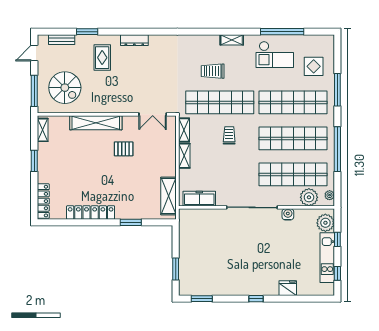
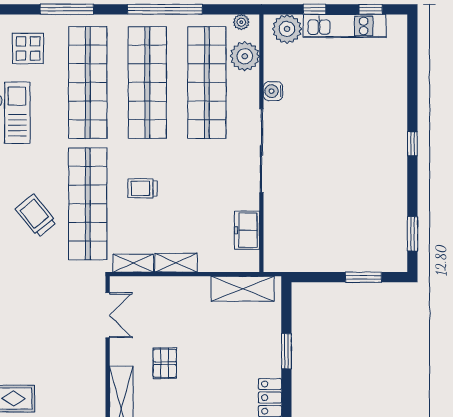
trolley: (213, 71) -> (36, 216), turned 141
freezer: (199, 199) -> (247, 230), width x0.71
fridge: (288, 288) -> (395, 91), removed

